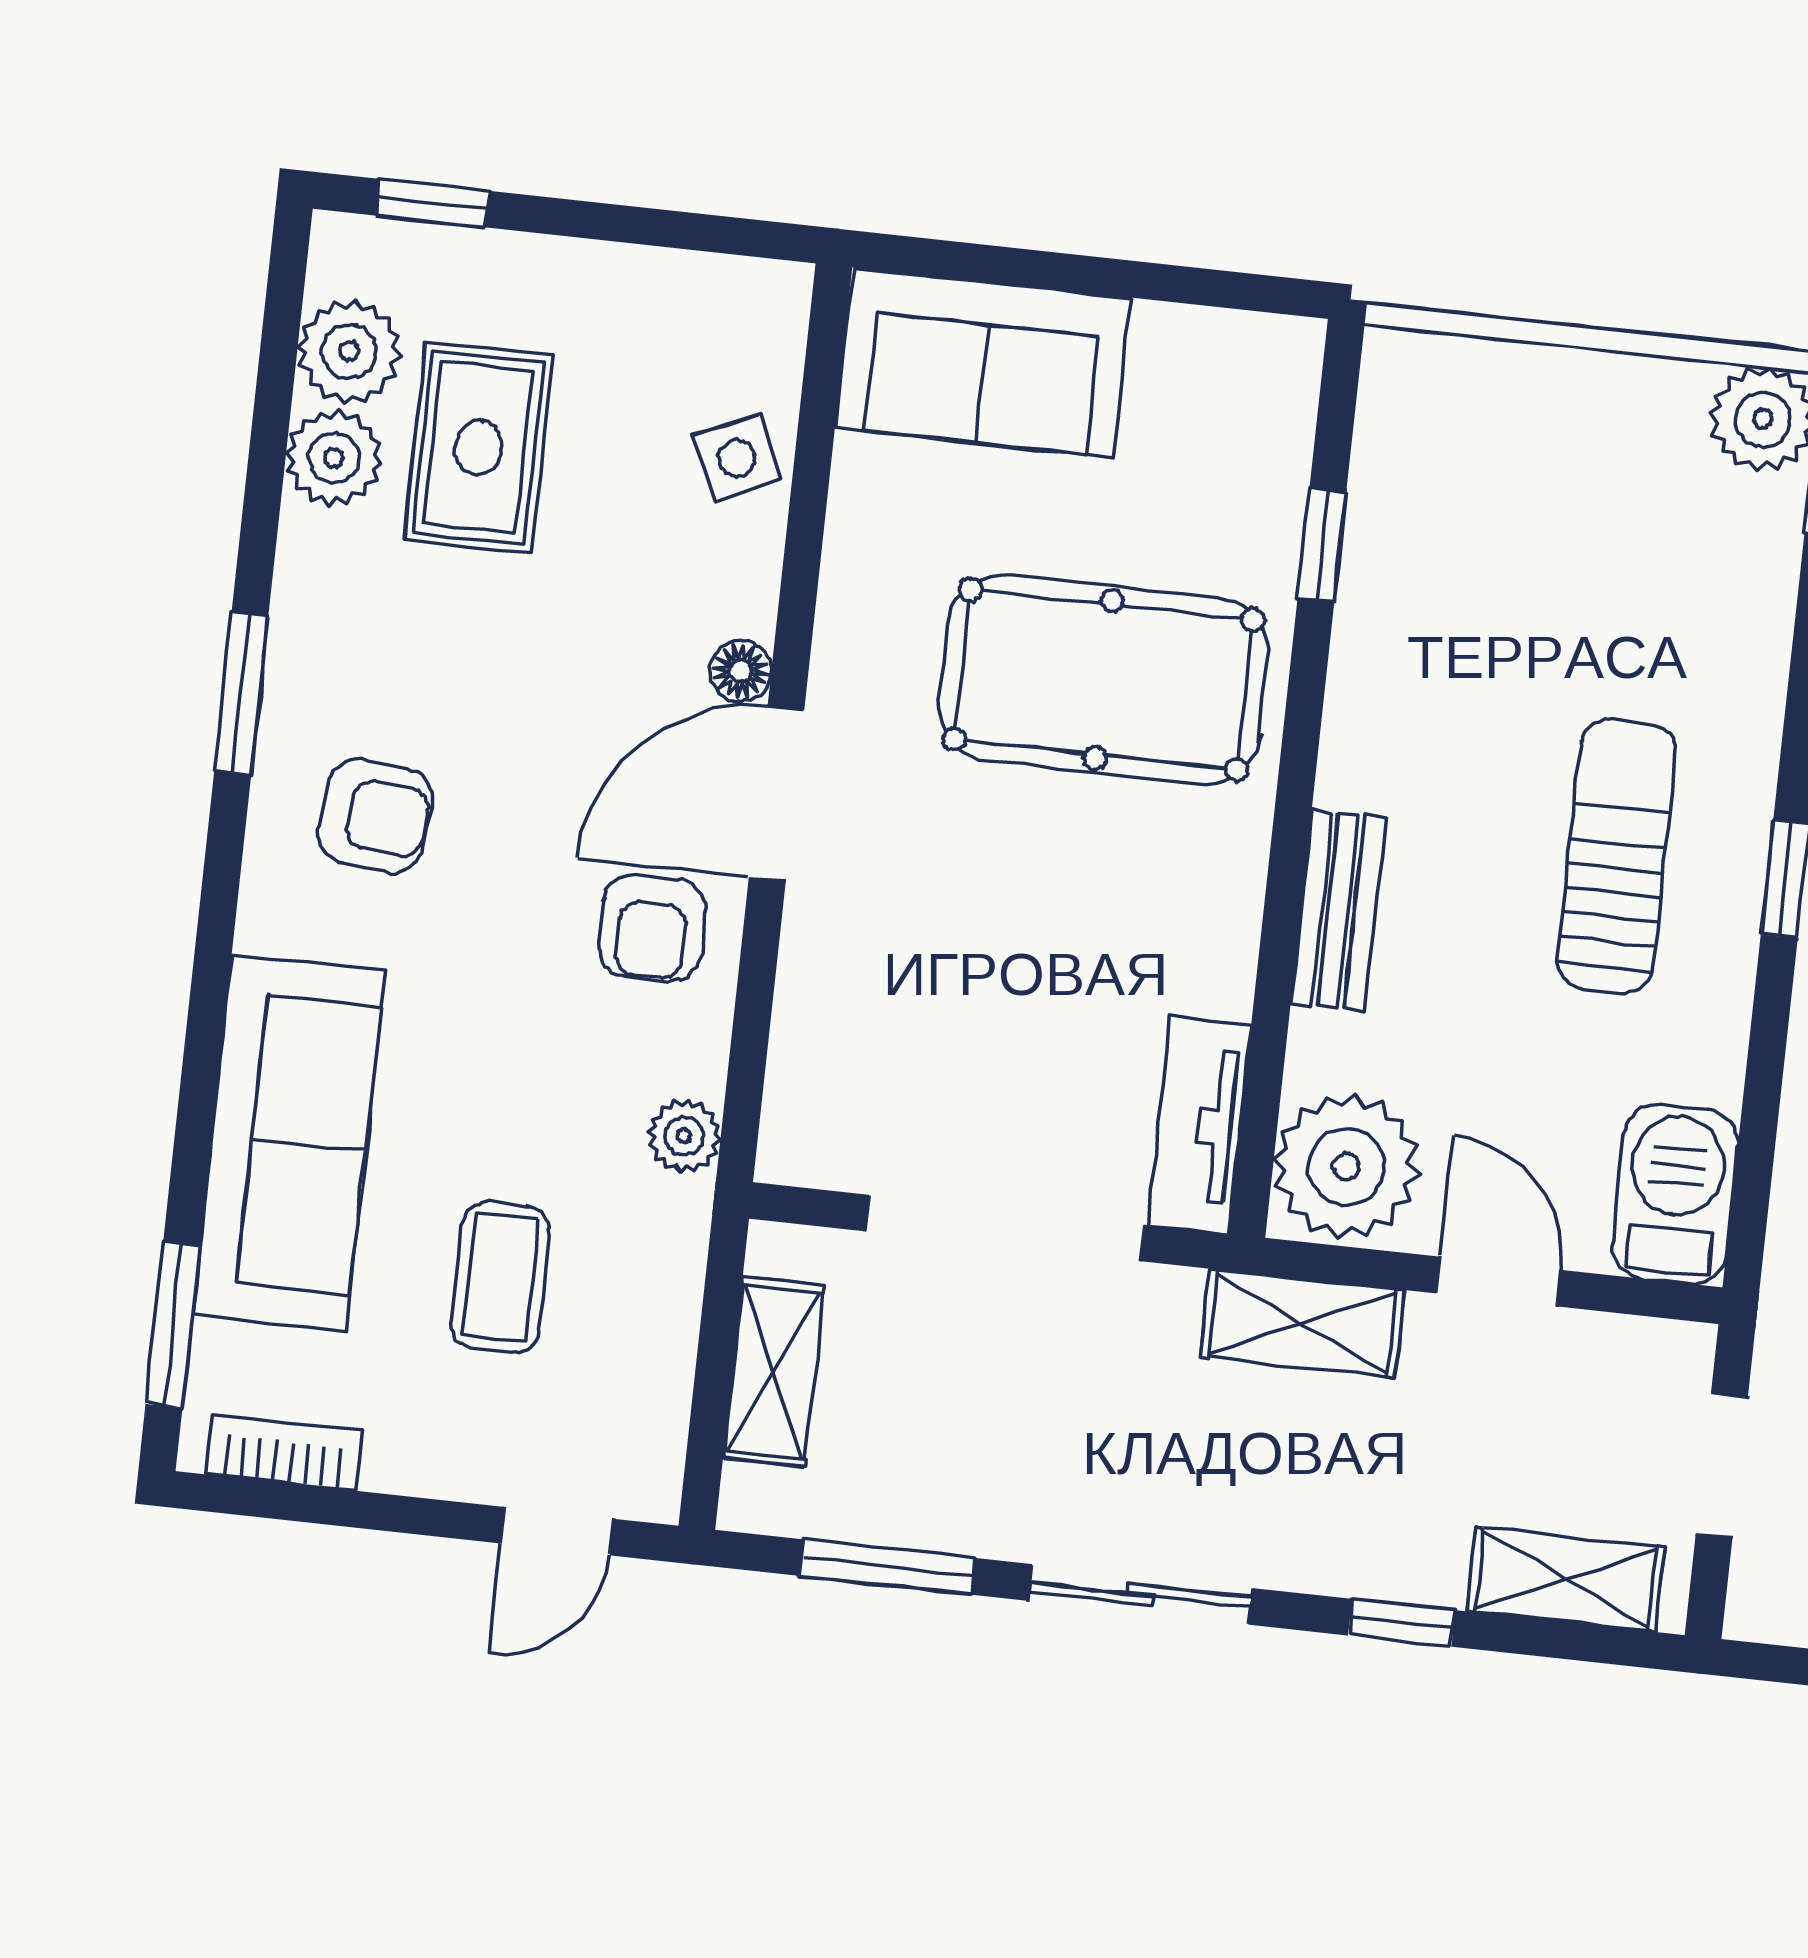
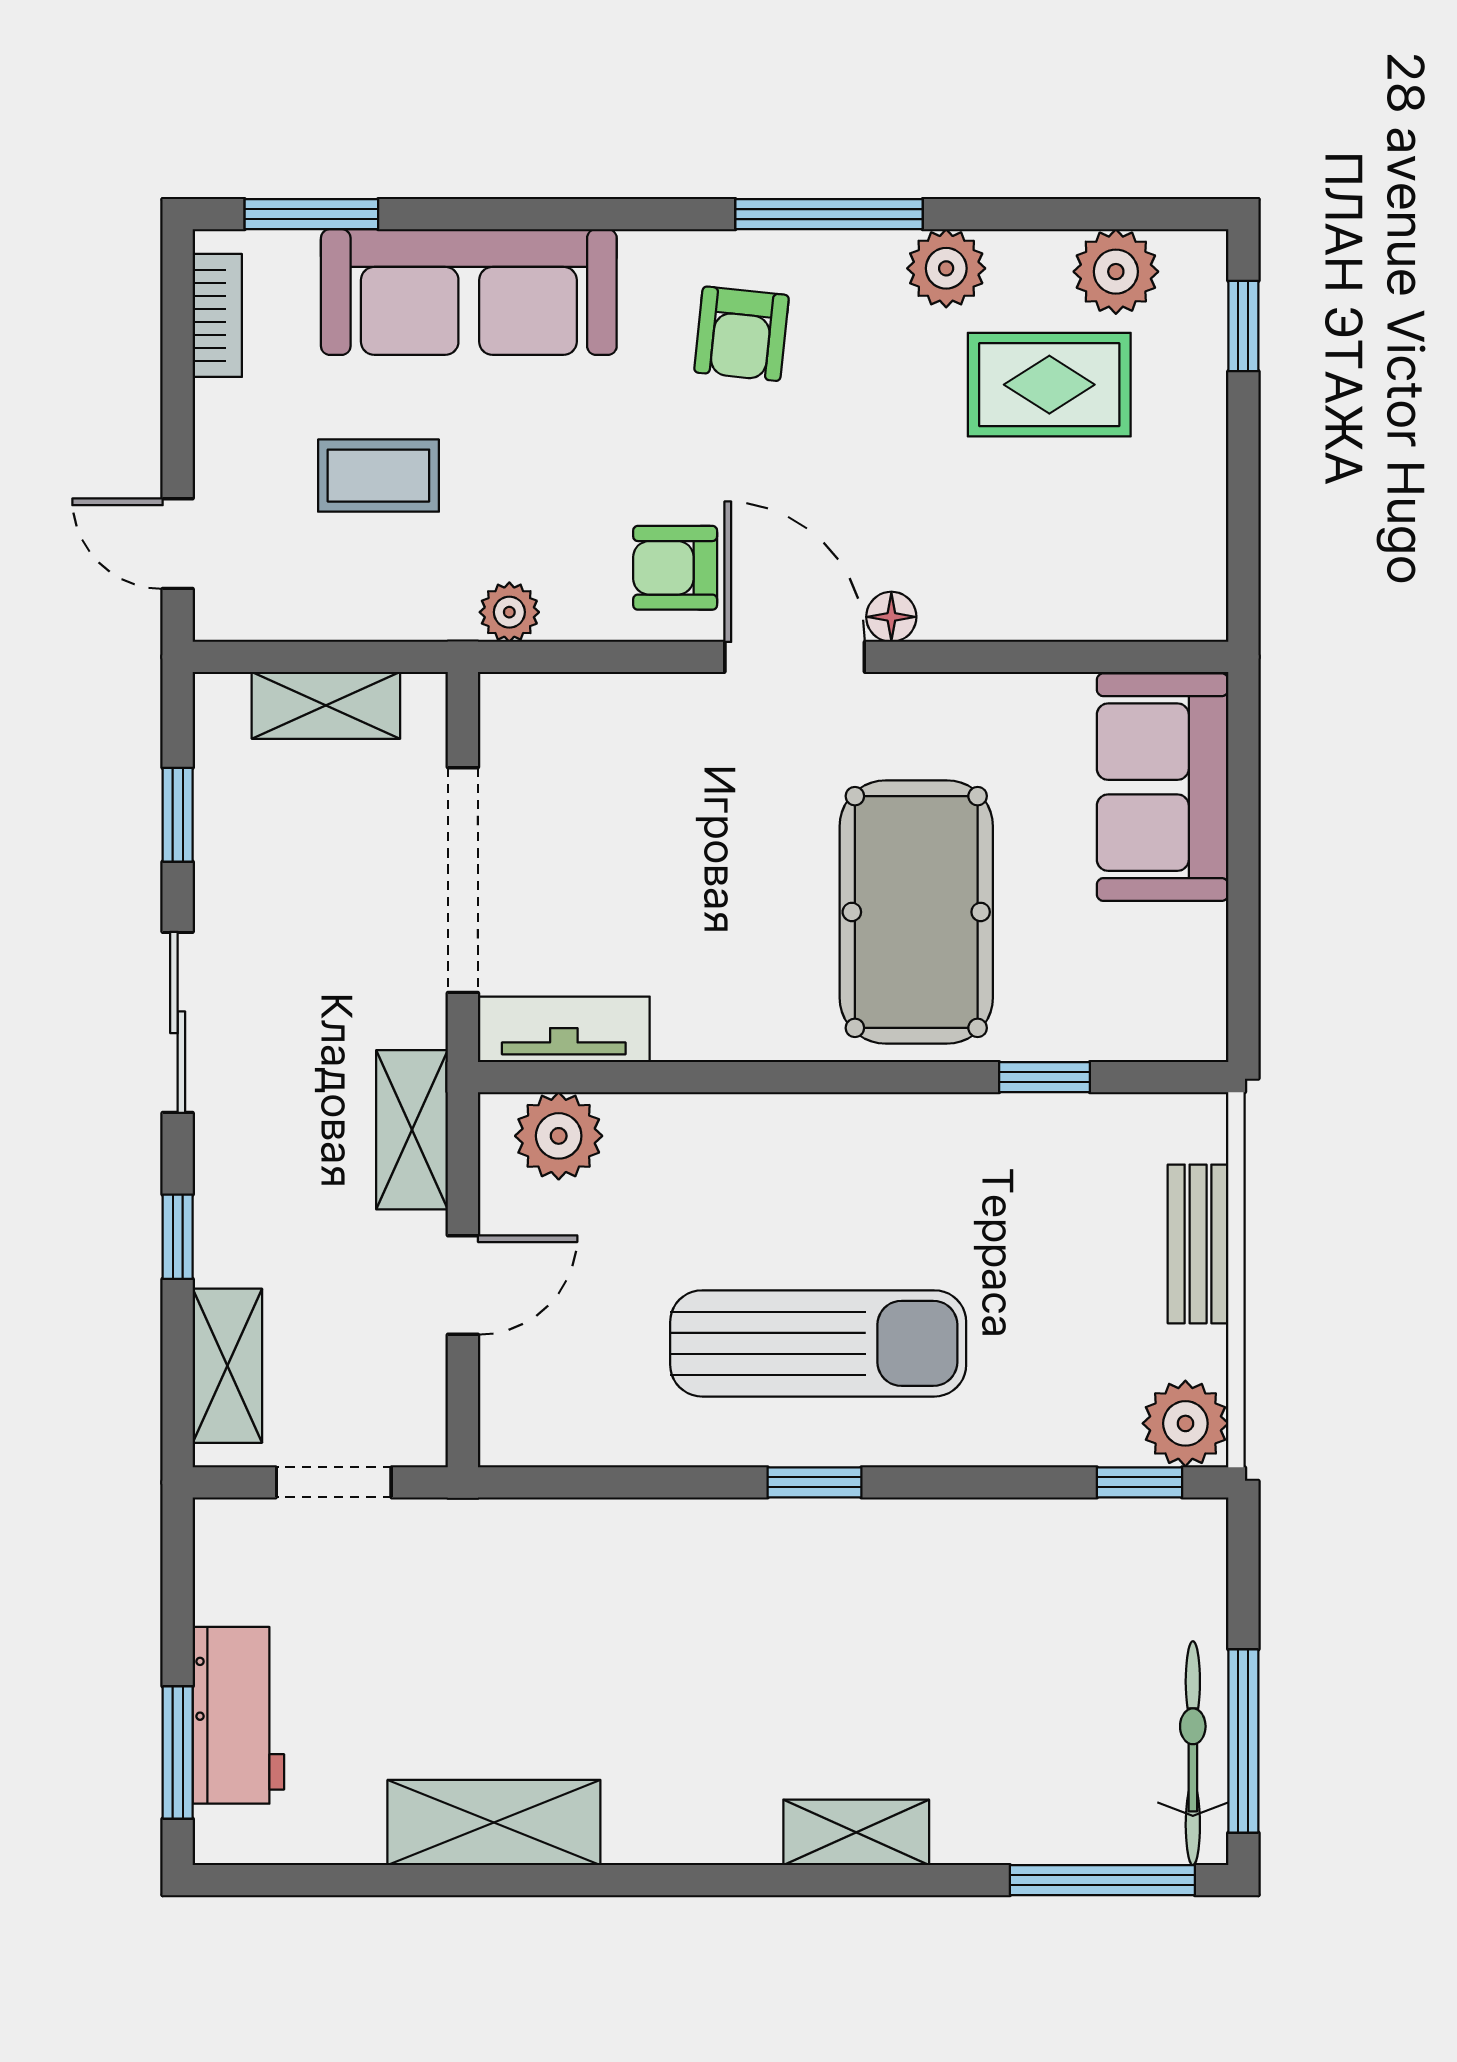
plant: (334, 458) -> (946, 268), moved
side table: (737, 458) -> (1064, 595), removed
window: (241, 694) -> (829, 214), width x1.44
sun lounger: (1616, 856) -> (818, 1343), width x1.36, depth x1.34
bench: (1338, 911) -> (1198, 1244), moved, turned 90
plant: (1346, 1167) -> (559, 1136), width x0.73, depth x0.73
barbecue: (1675, 1194) -> (550, 1421), removed
window: (887, 1567) -> (178, 815), width x0.67

